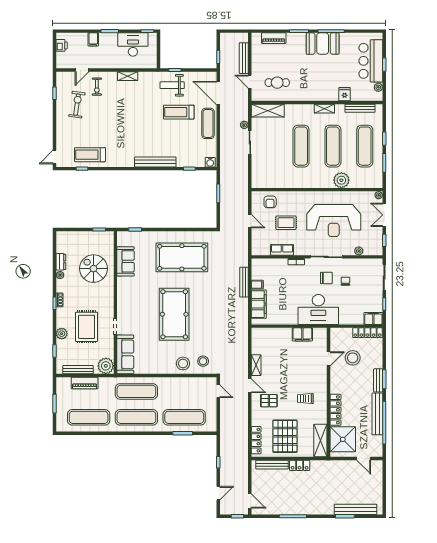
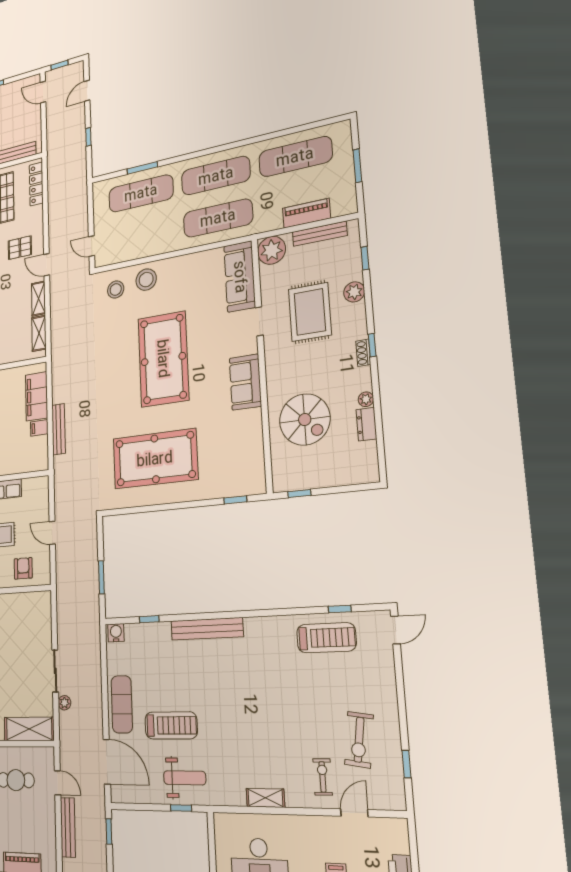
sofa: (126, 261) -> (245, 382), moved
shelving: (256, 343) -> (39, 333), added

